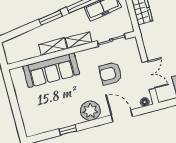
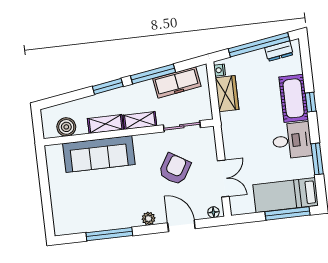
boiler: (23, 53) -> (66, 127), added
armchair: (110, 73) -> (175, 169), turned 121
plant: (90, 111) -> (148, 219), width x0.53, depth x0.53
window: (68, 130) -> (109, 234), width x2.17

